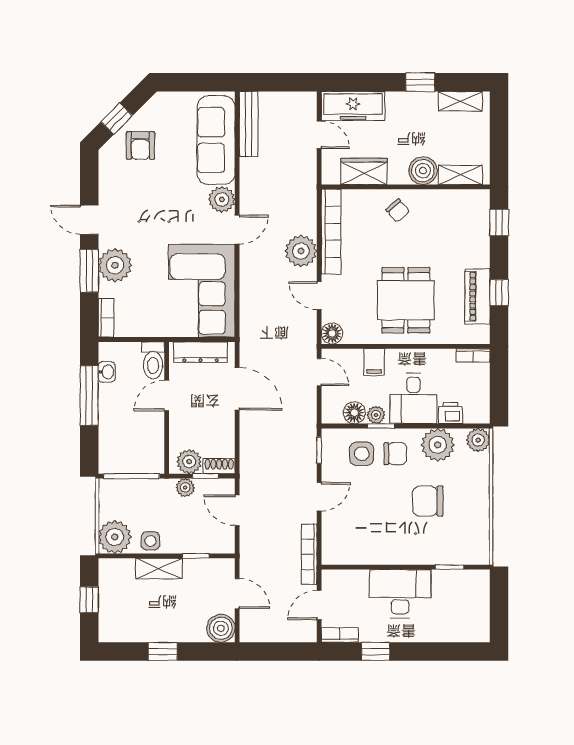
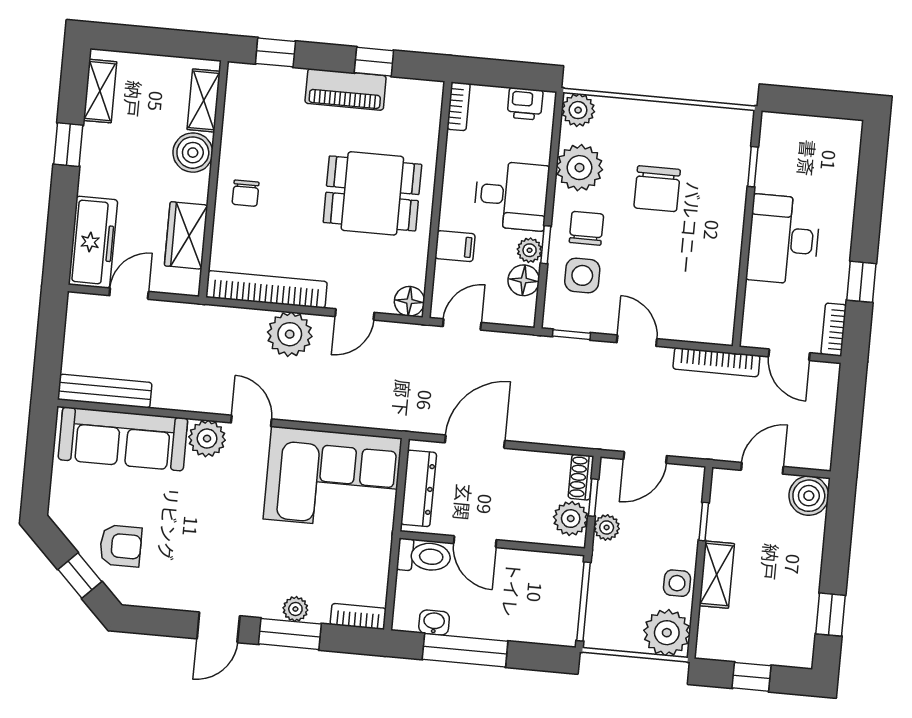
chair: (398, 211) -> (246, 193), turned 131
plant: (115, 265) -> (295, 609), width x0.53, depth x0.53
piano: (477, 296) -> (346, 89), moved
printer: (451, 413) -> (525, 104), moved, turned -90
window: (163, 651) -> (831, 615), moved

